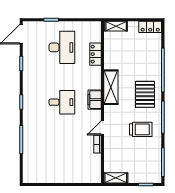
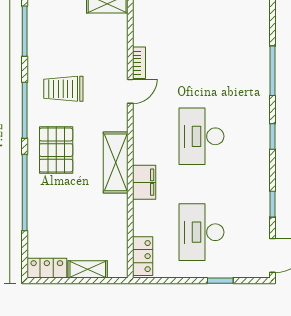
shelving: (116, 26) -> (88, 269), moved
locker: (95, 54) -> (143, 256), moved
filing cabinet: (95, 100) -> (144, 182), moved
desk: (62, 102) -> (201, 136), width x1.37

